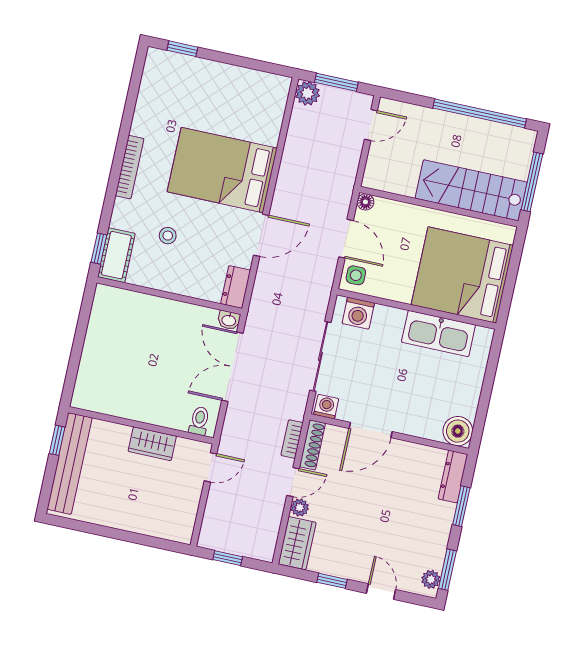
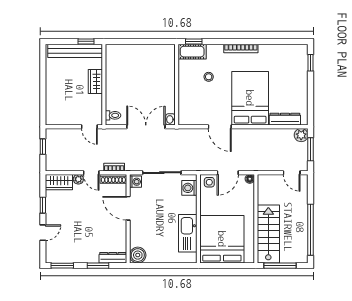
dresser: (236, 287) -> (285, 119), moved, width x1.44
wardrobe: (152, 444) -> (95, 82), moved
plant: (431, 579) -> (55, 258), removed

